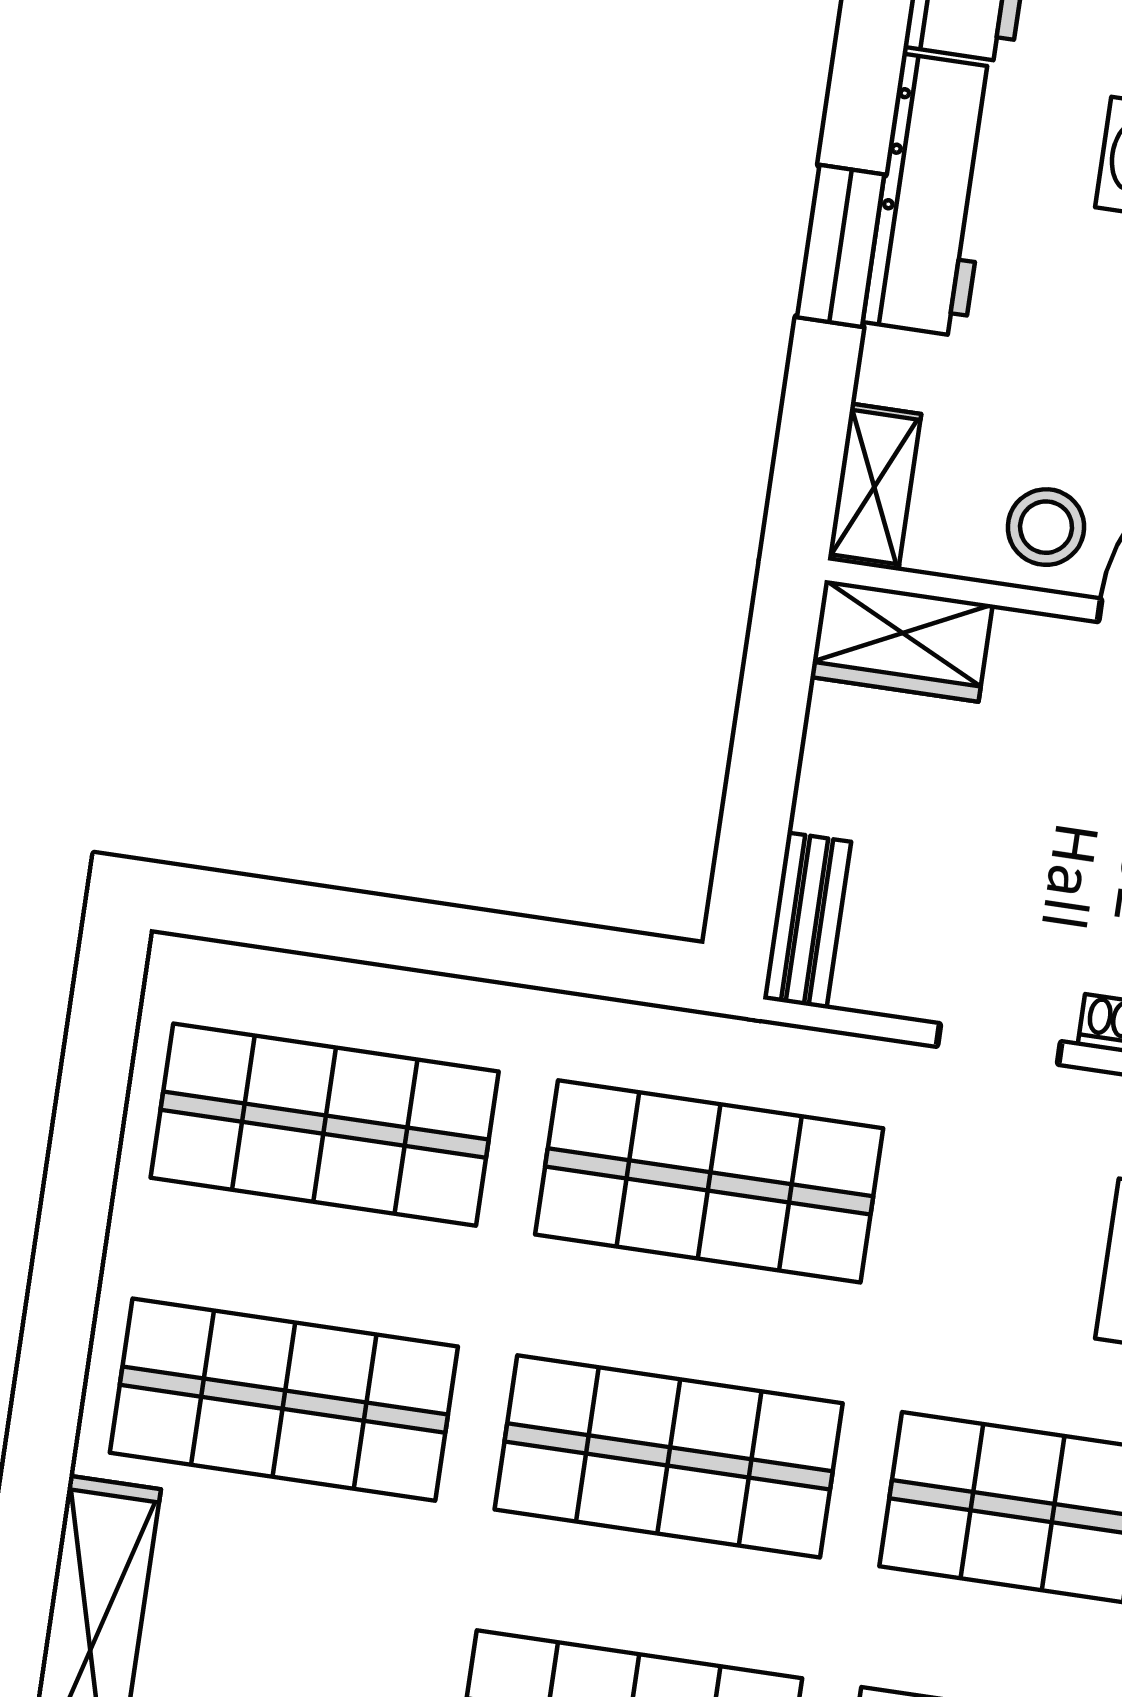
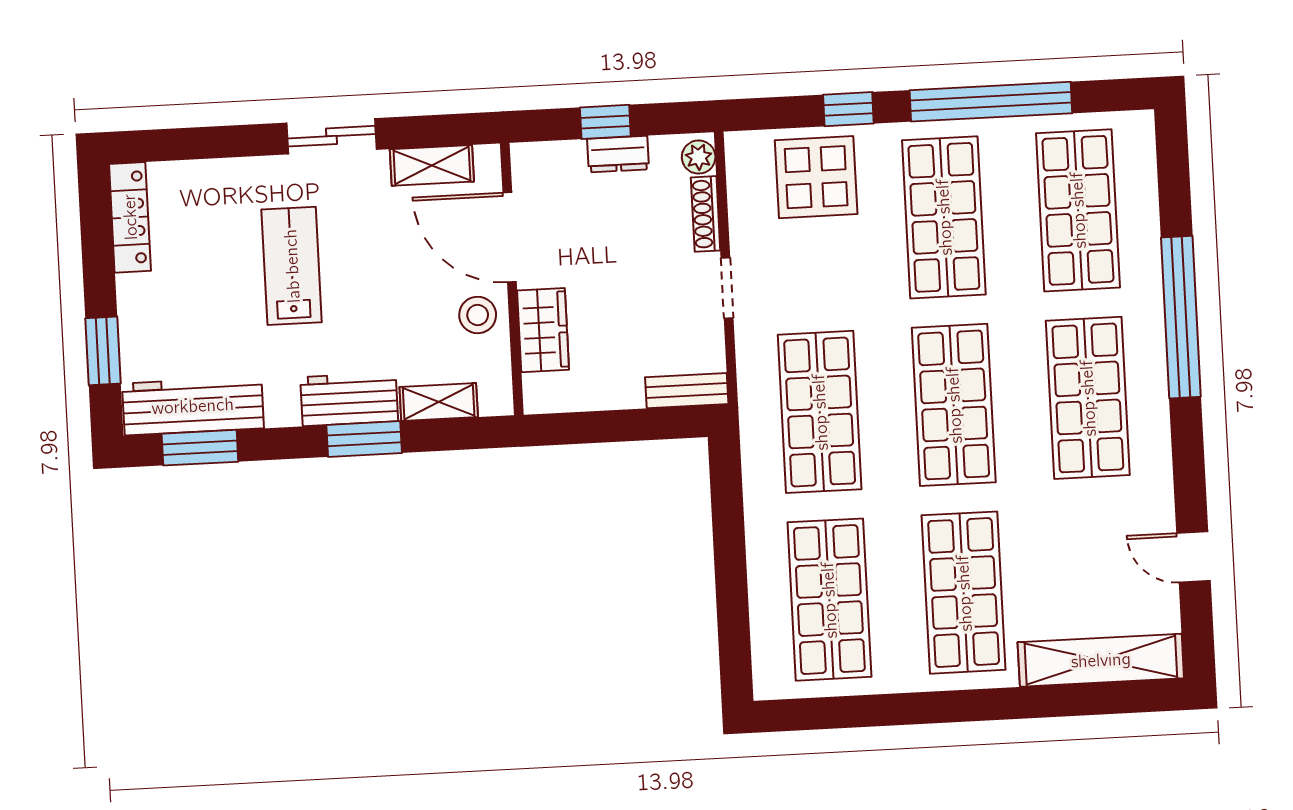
workbench: (933, 195) -> (349, 399), width x0.73
shelving: (874, 487) -> (439, 402), moved
wardrobe: (901, 641) -> (543, 330), moved

